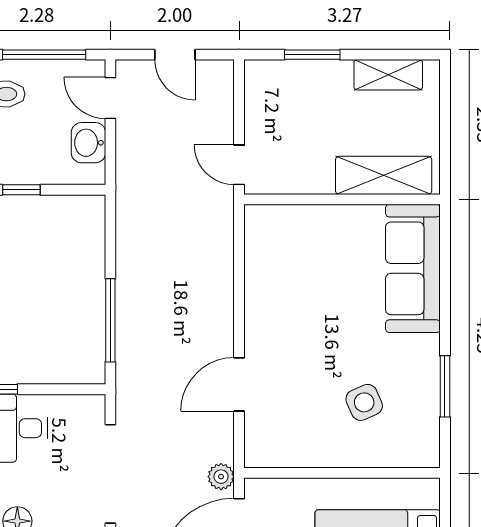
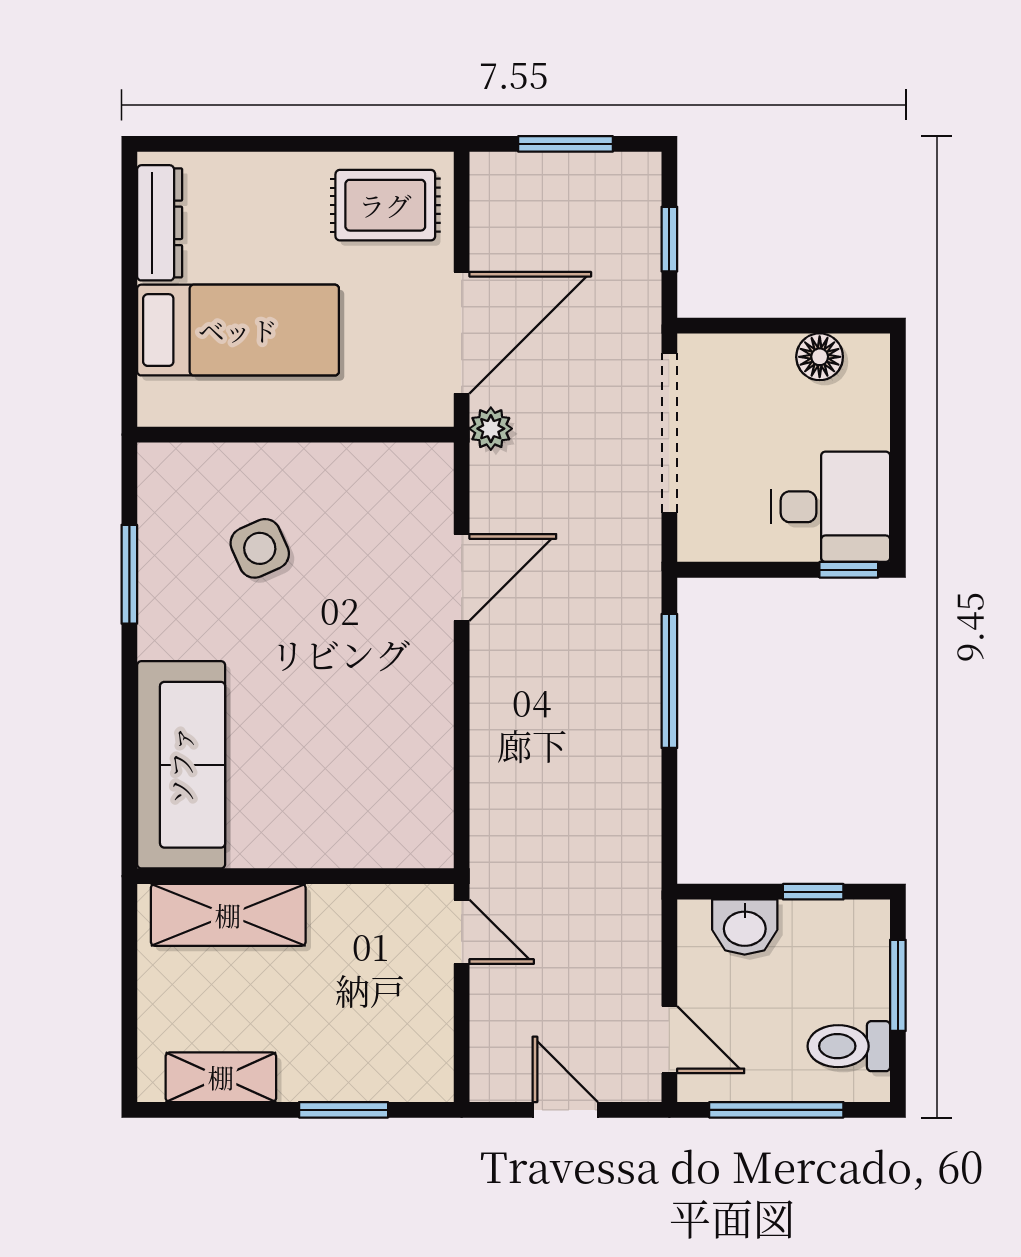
washbasin: (88, 143) -> (745, 927), moved, turned 90

